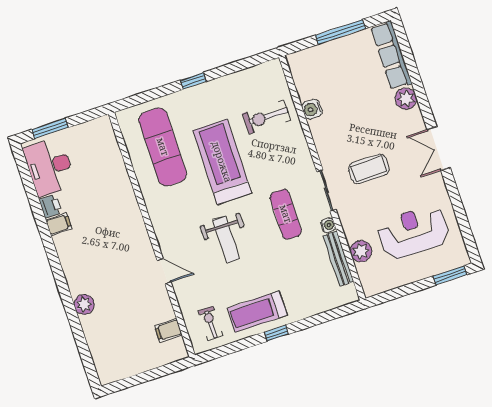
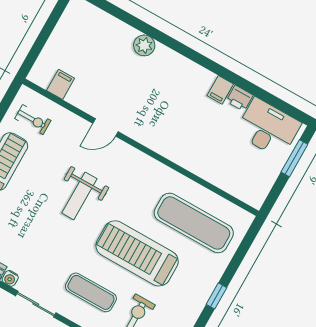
treadmill: (222, 162) -> (137, 253), turned 180
exercise mat: (286, 214) -> (91, 292), moved
weight bench: (226, 239) -> (79, 196), turned -90

